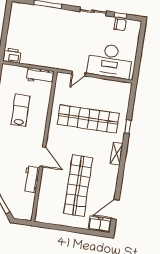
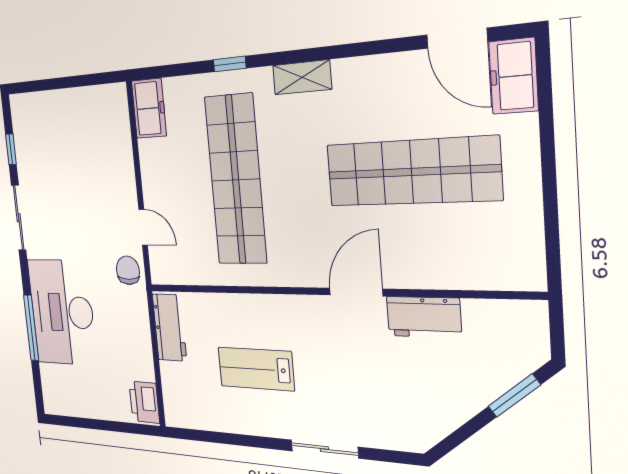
chair: (120, 25) -> (128, 270), moved
desk: (110, 61) -> (62, 312), moved, turned 180
freezer: (121, 88) -> (149, 108), added

